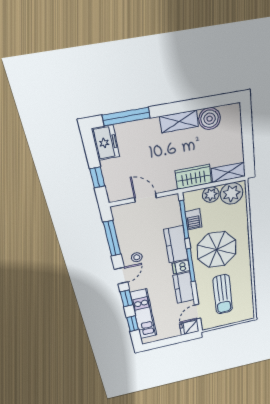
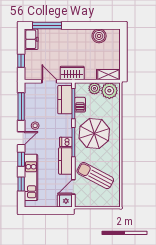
shelving: (179, 121) -> (79, 34), removed
wardrobe: (193, 177) -> (72, 73), moved
kitchen counter: (176, 244) -> (65, 100), moved
sun lounger: (223, 294) -> (95, 176), turned 118

